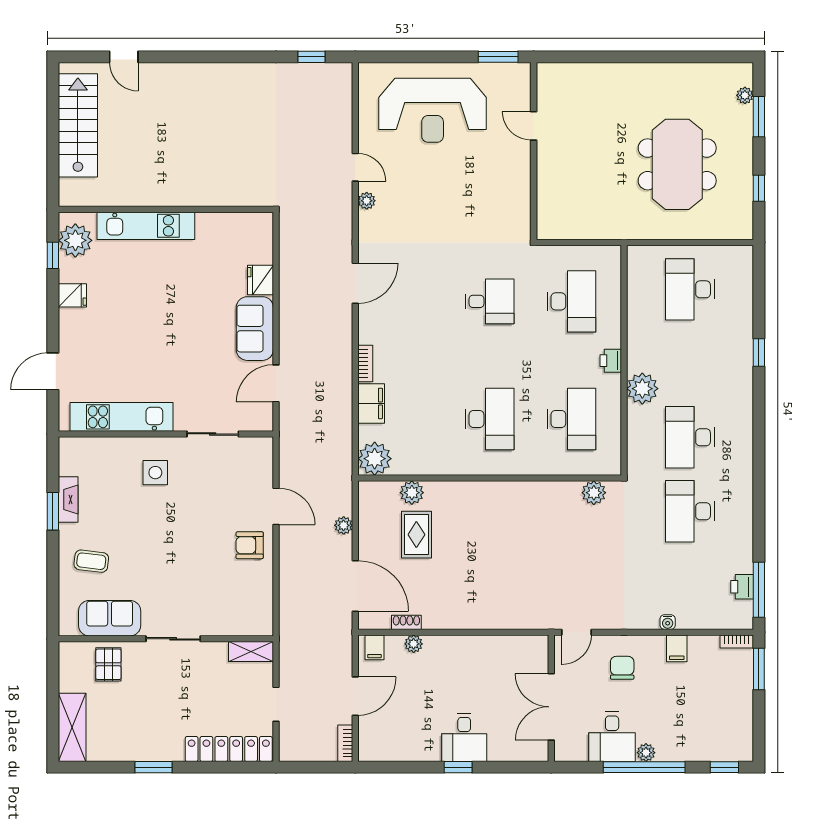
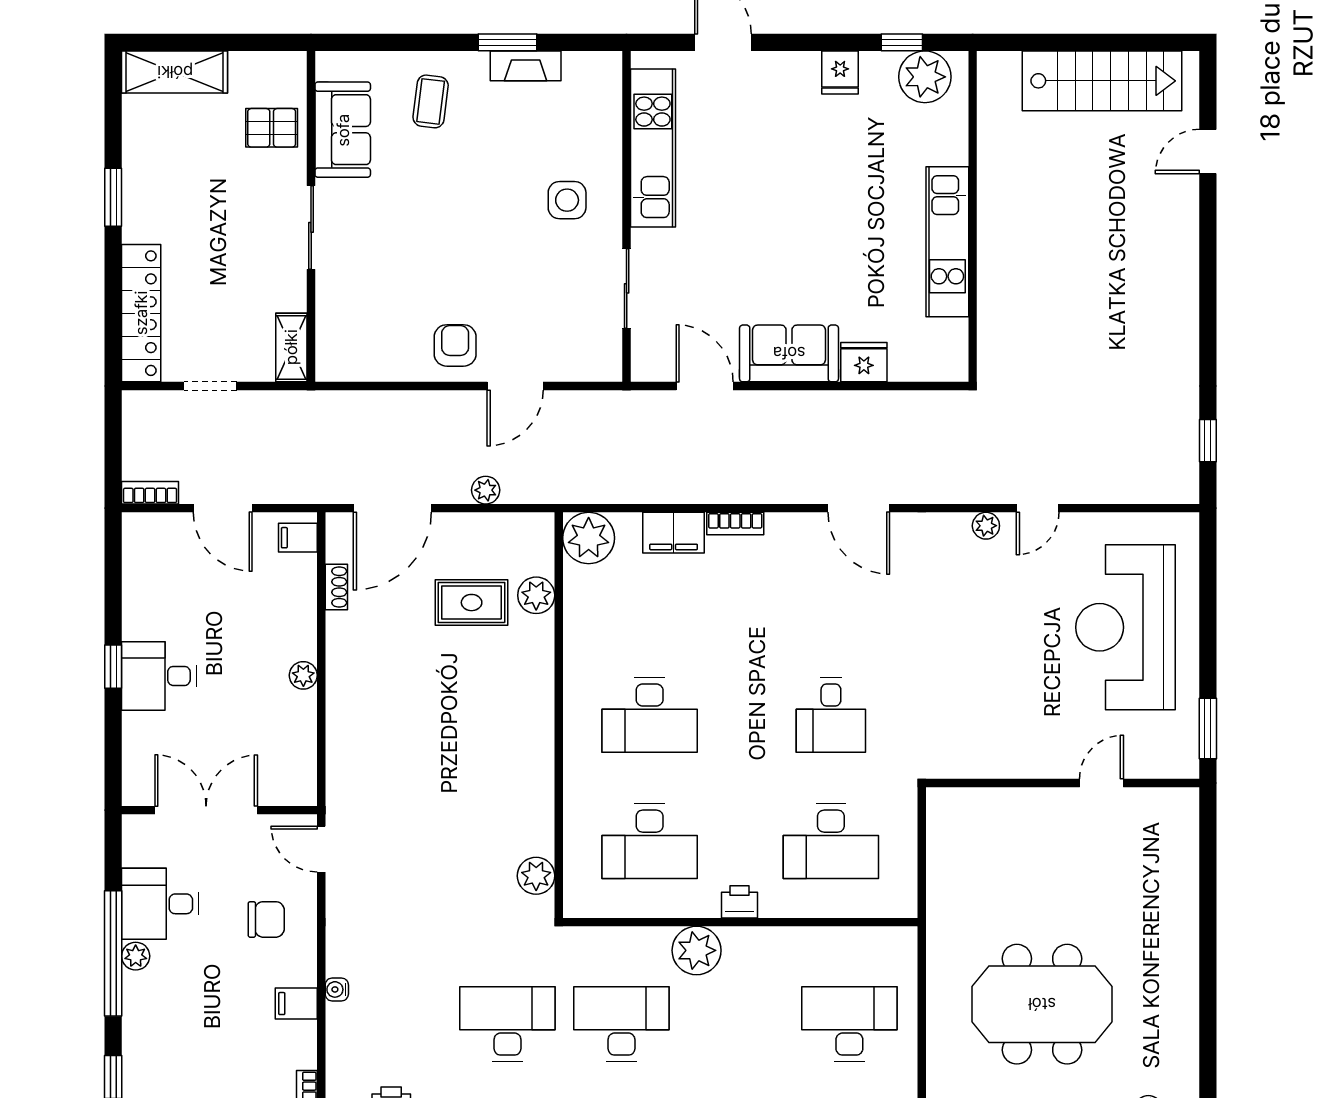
kitchen unit: (146, 226) -> (947, 242), moved
plant: (414, 644) -> (303, 675), moved

